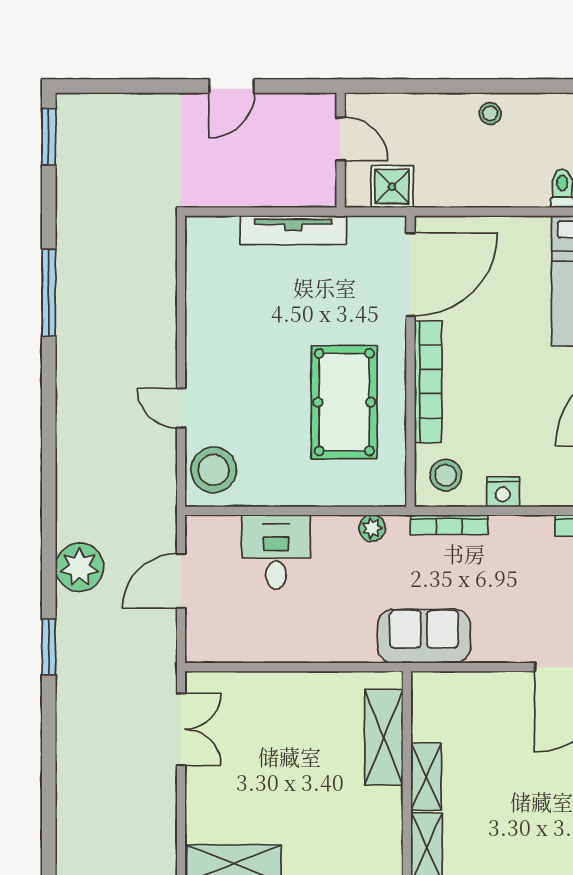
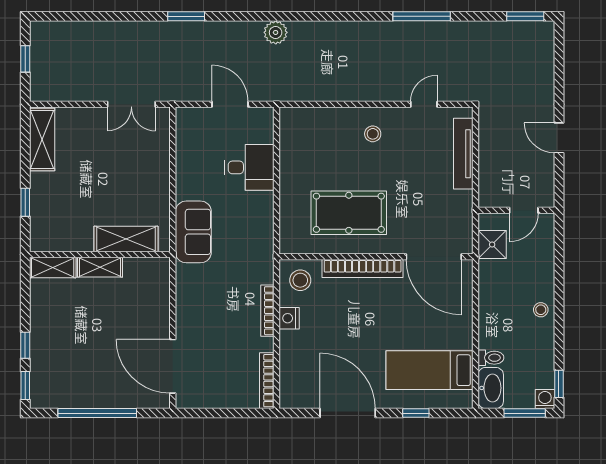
tv unit: (293, 230) -> (463, 154), moved
door: (181, 408) -> (424, 104), moved
stool: (214, 470) -> (373, 134), moved, width x0.53, depth x0.53
bookcase: (449, 525) -> (267, 311), moved
plant: (372, 528) -> (265, 231), removed
plant: (79, 567) -> (276, 32), moved, width x0.73, depth x0.73
sofa: (424, 636) -> (193, 232), moved

